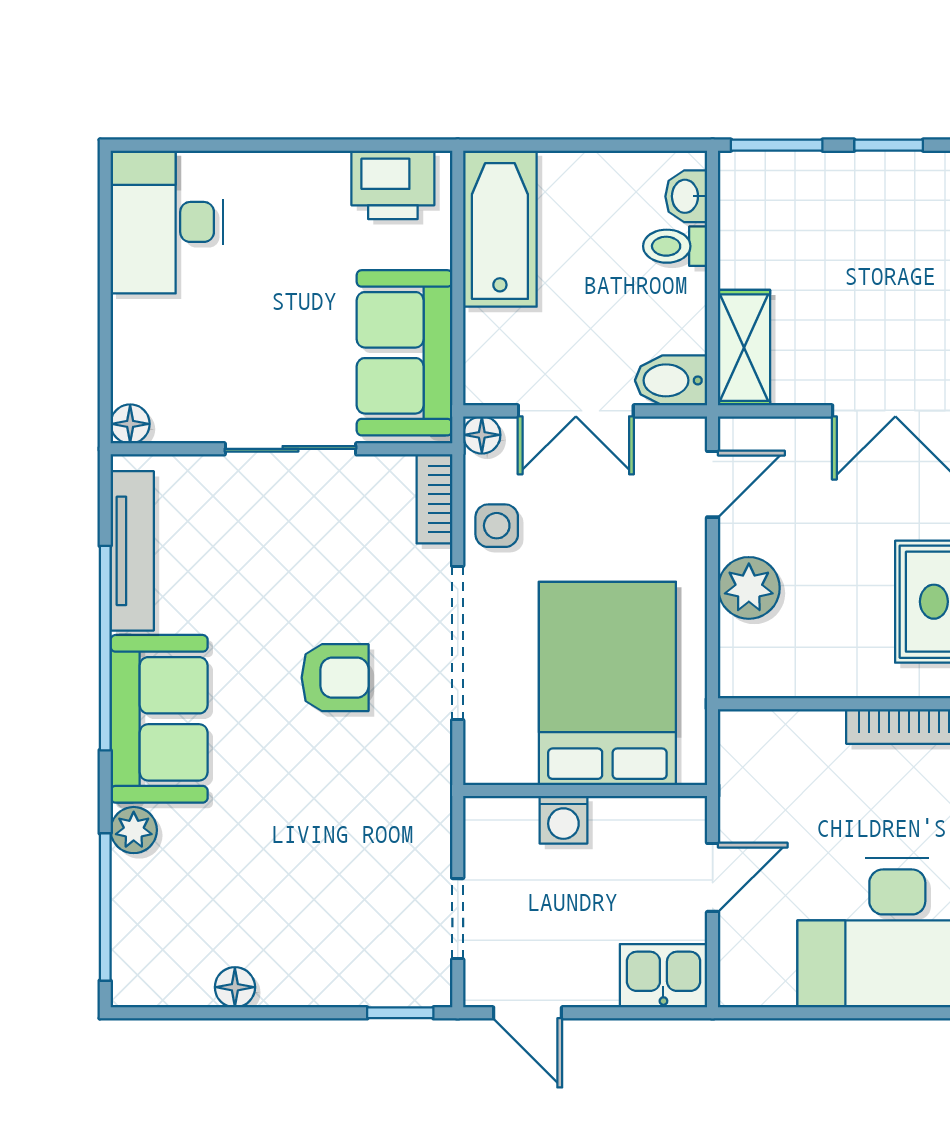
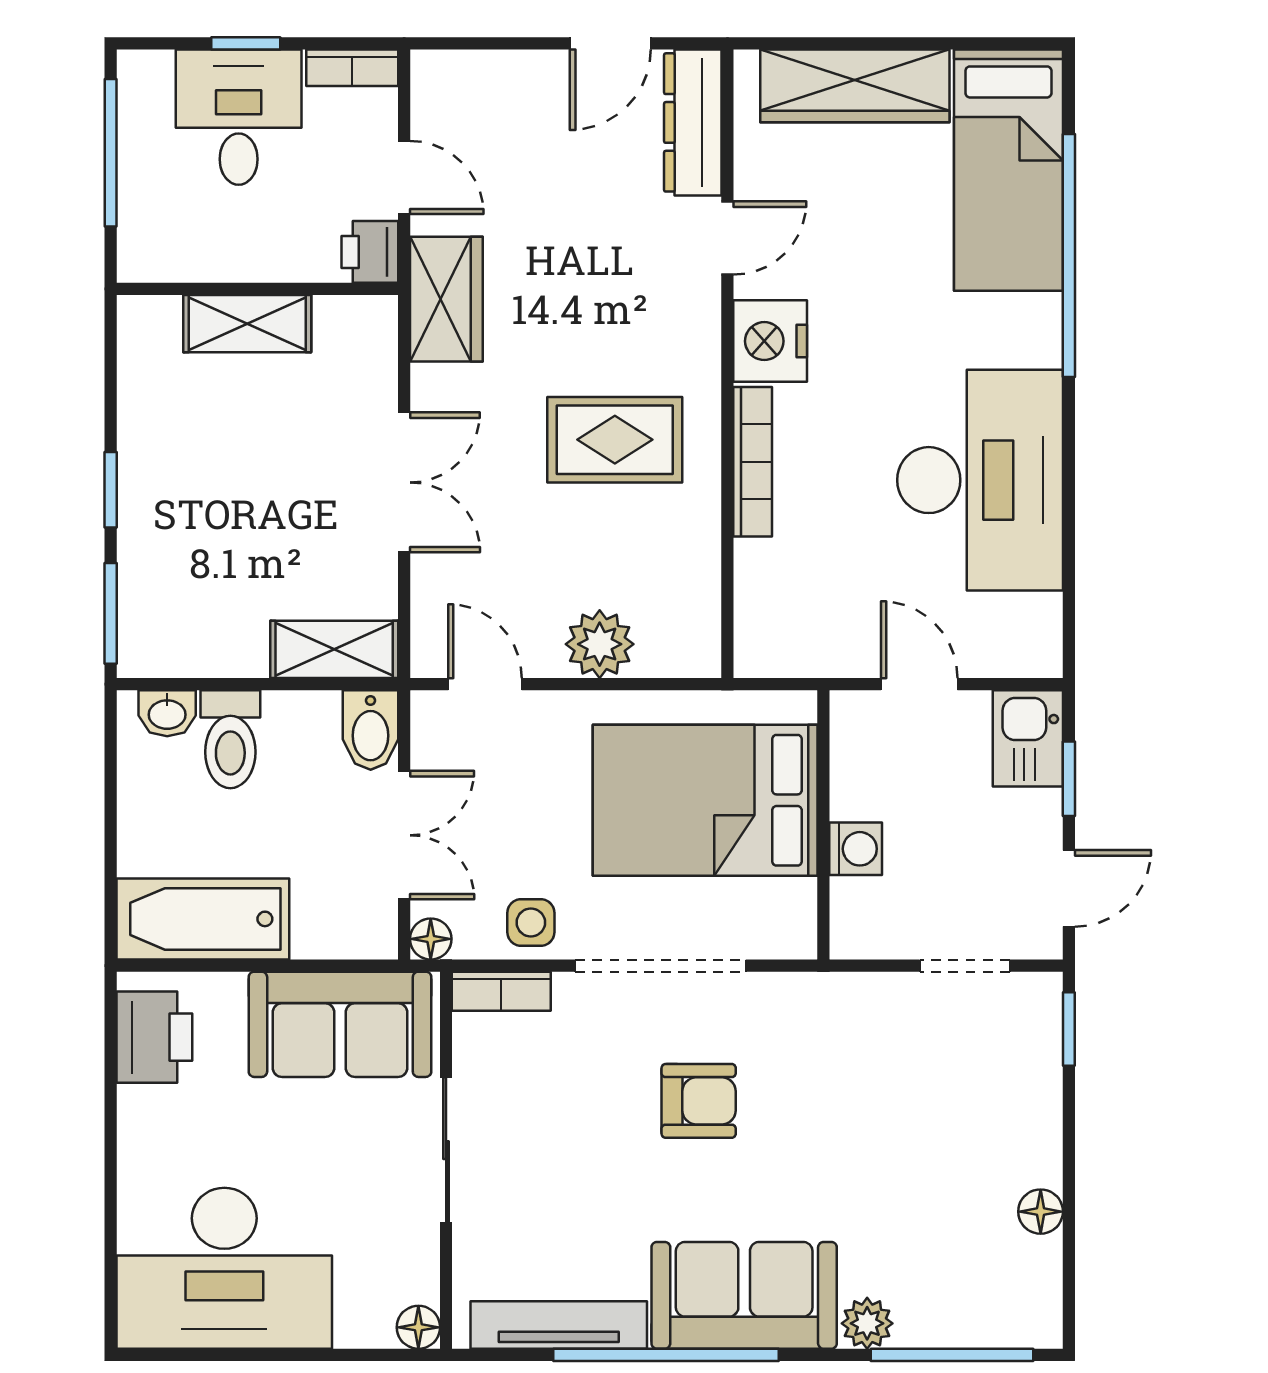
desk: (167, 222) -> (224, 1268), width x1.36, depth x1.30
toilet: (675, 246) -> (230, 739), width x1.37, depth x1.39
armchair: (335, 678) -> (699, 1101), turned 90
window: (627, 1013) -> (1069, 779), added

